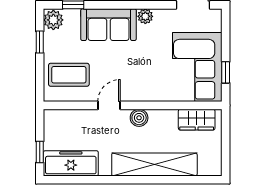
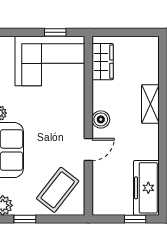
coffee table: (69, 75) -> (58, 190), turned 38
door: (109, 105) -> (88, 149), swing flipped
shelving: (154, 164) -> (150, 104), width x0.45, depth x0.75

